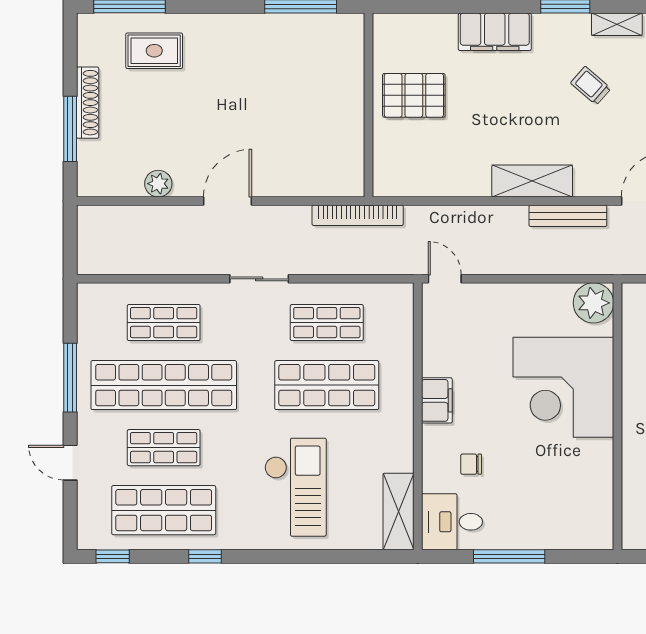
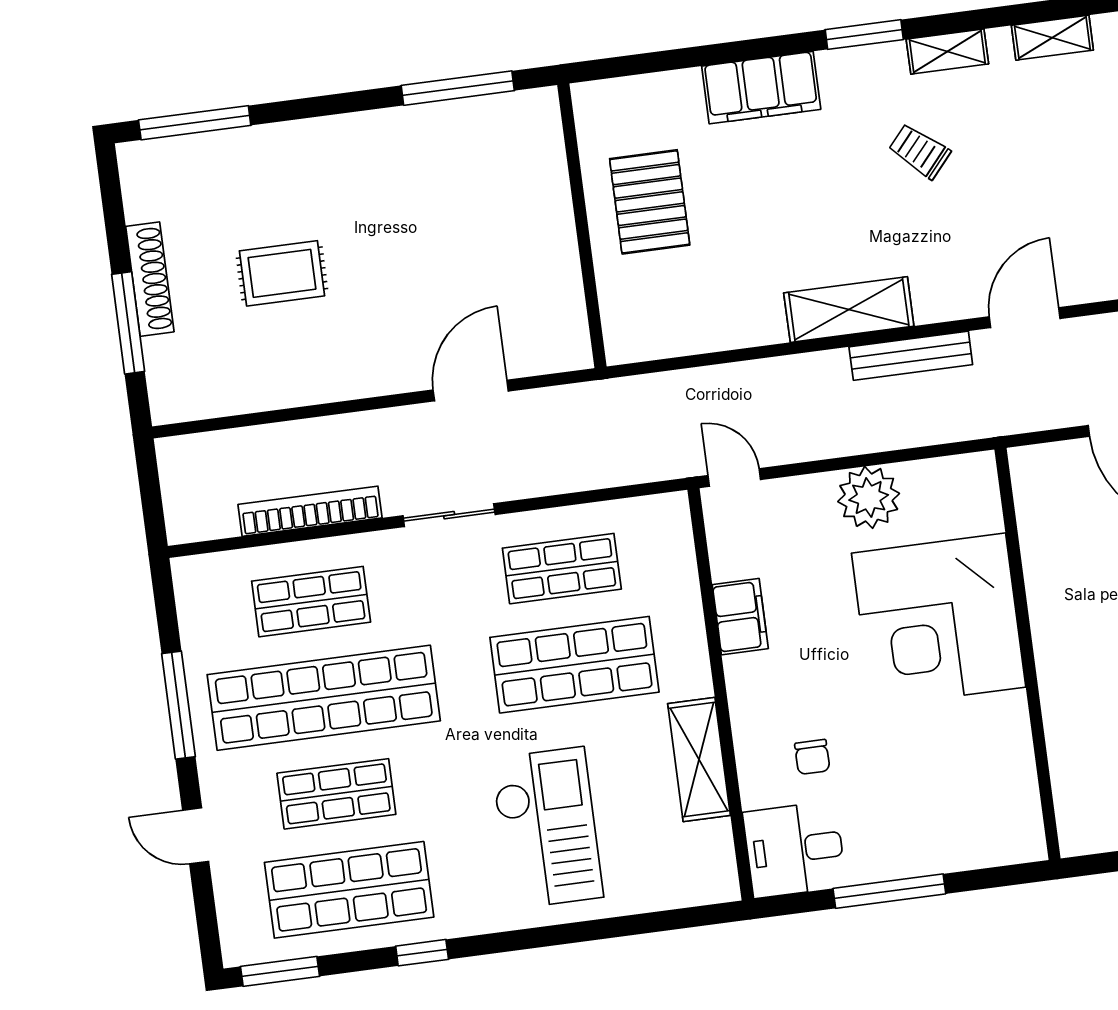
rug: (154, 51) -> (282, 273), moved
pallet: (414, 95) -> (650, 202), turned 90
plant: (158, 184) -> (275, 389), removed
door: (227, 201) -> (471, 391), moved
bookcase: (358, 215) -> (310, 511), moved, turned 180
plant: (593, 303) -> (869, 497), moved
filing cabinet: (437, 400) -> (740, 617), moved
chair: (471, 464) -> (812, 757), turned -90
shelving: (398, 512) -> (699, 759), moved
window: (113, 556) -> (280, 971), width x1.50

